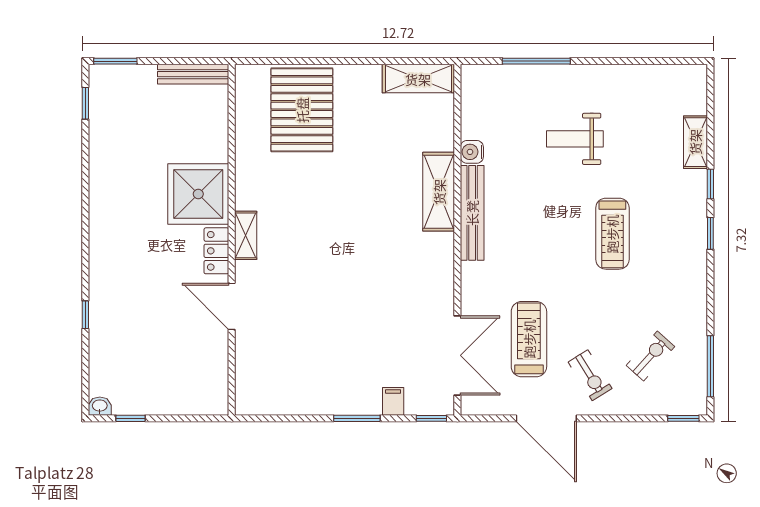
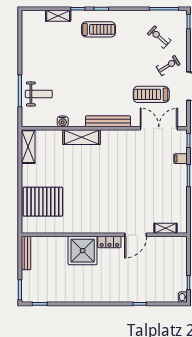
weight bench: (575, 139) -> (39, 94), moved, turned -90
bench: (472, 213) -> (108, 121), moved
treadmill: (612, 234) -> (98, 29), moved
shelving: (246, 235) -> (165, 228), moved

